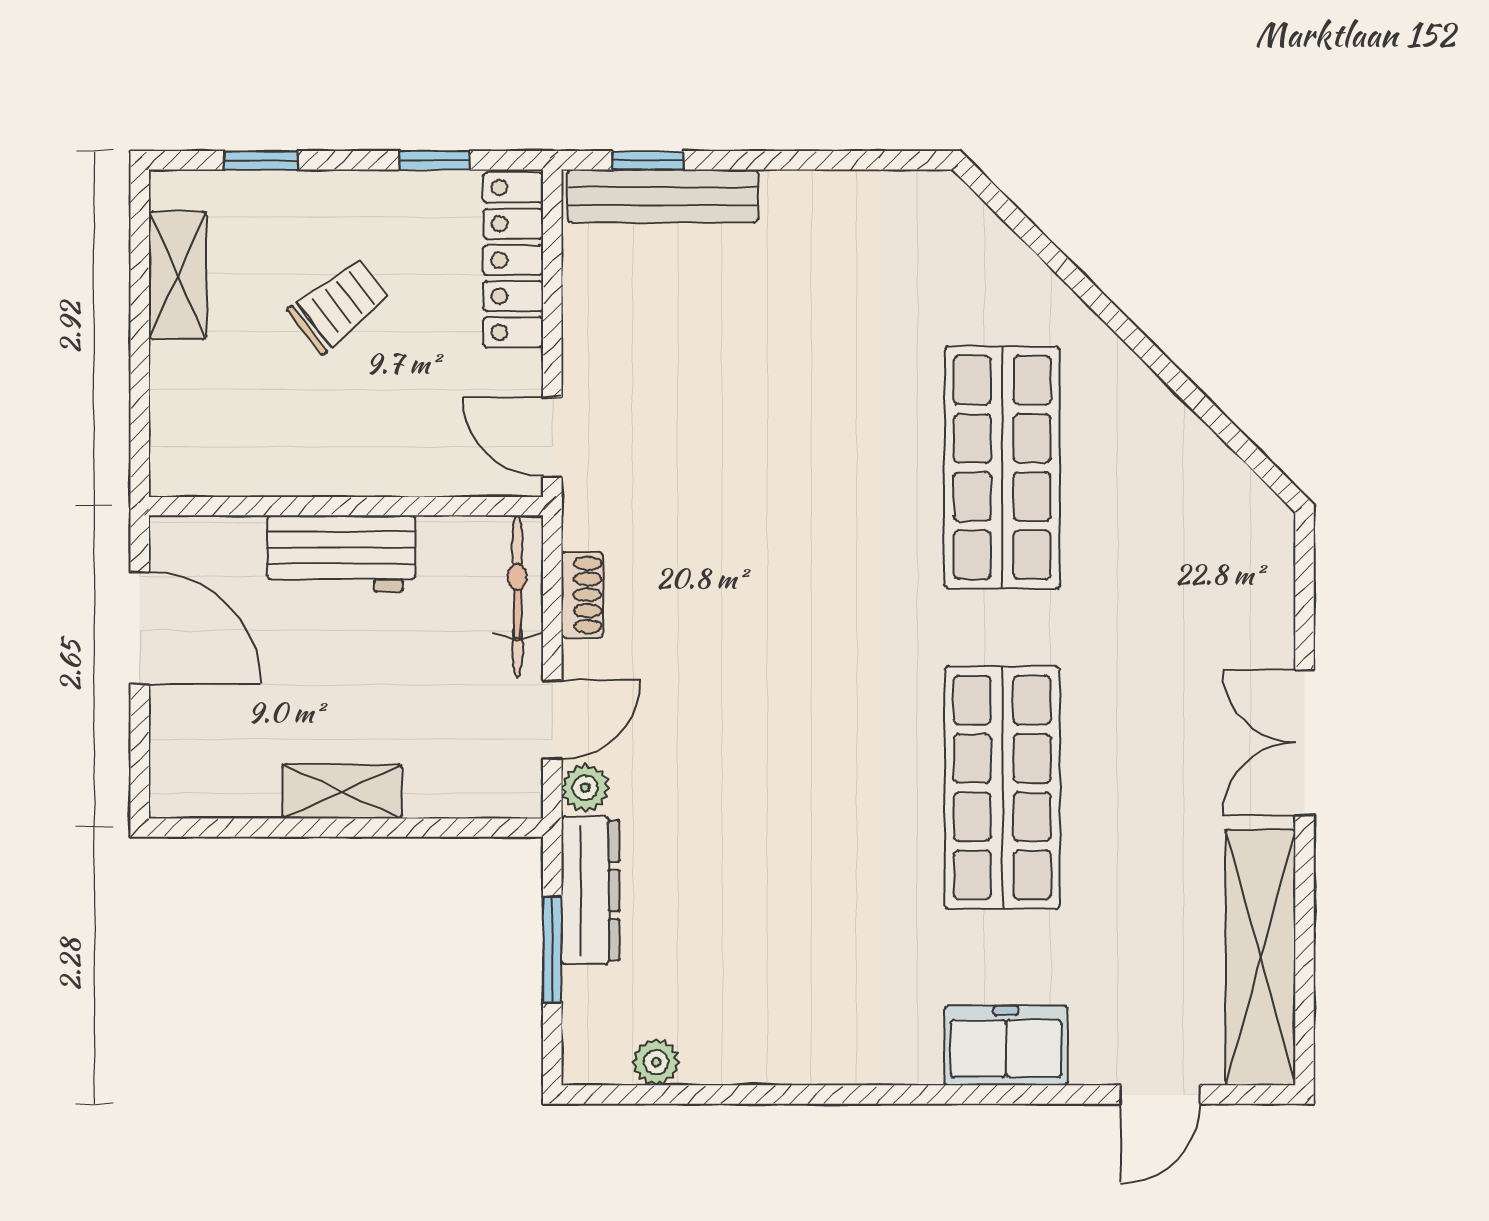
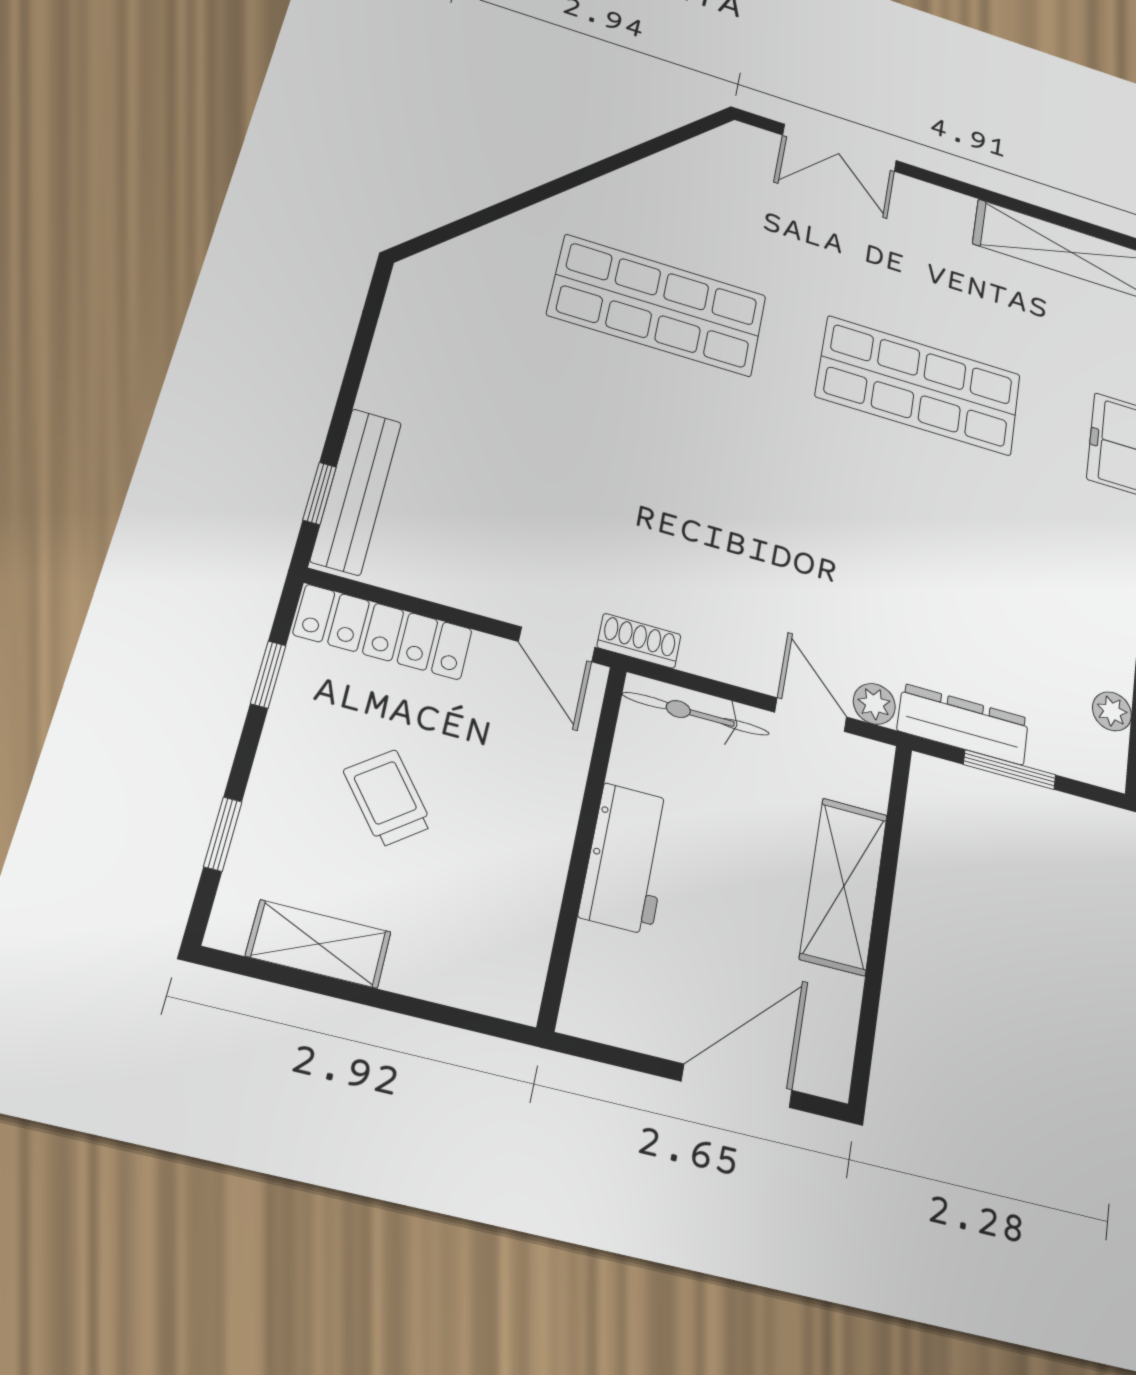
door: (552, 437) -> (557, 644), hinge flipped
shoe rack: (582, 595) -> (639, 641), moved
door: (140, 628) -> (737, 1086), moved
double door: (1304, 743) -> (840, 148), moved
shelving: (342, 792) -> (844, 886), width x1.50, depth x1.33

